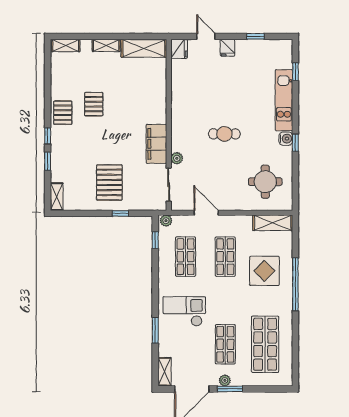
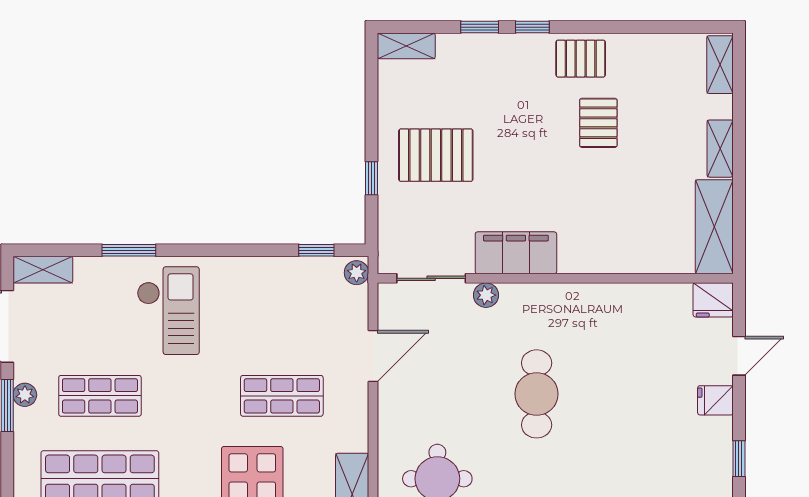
pallet: (94, 104) -> (598, 123), turned 90
cafe table: (224, 134) -> (537, 394), width x1.37, depth x1.35
shop shelf: (186, 257) -> (282, 313), removed

